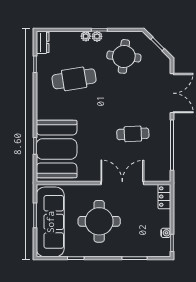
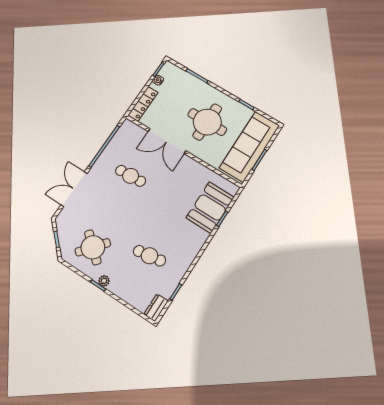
plant: (86, 36) -> (114, 288), removed
round table: (124, 56) -> (93, 247), turned 34
cafe table: (74, 79) -> (149, 256), width x0.73, depth x0.74
booth: (57, 149) -> (210, 207), width x0.73, depth x0.70
locker: (164, 197) -> (143, 104), width x1.53

